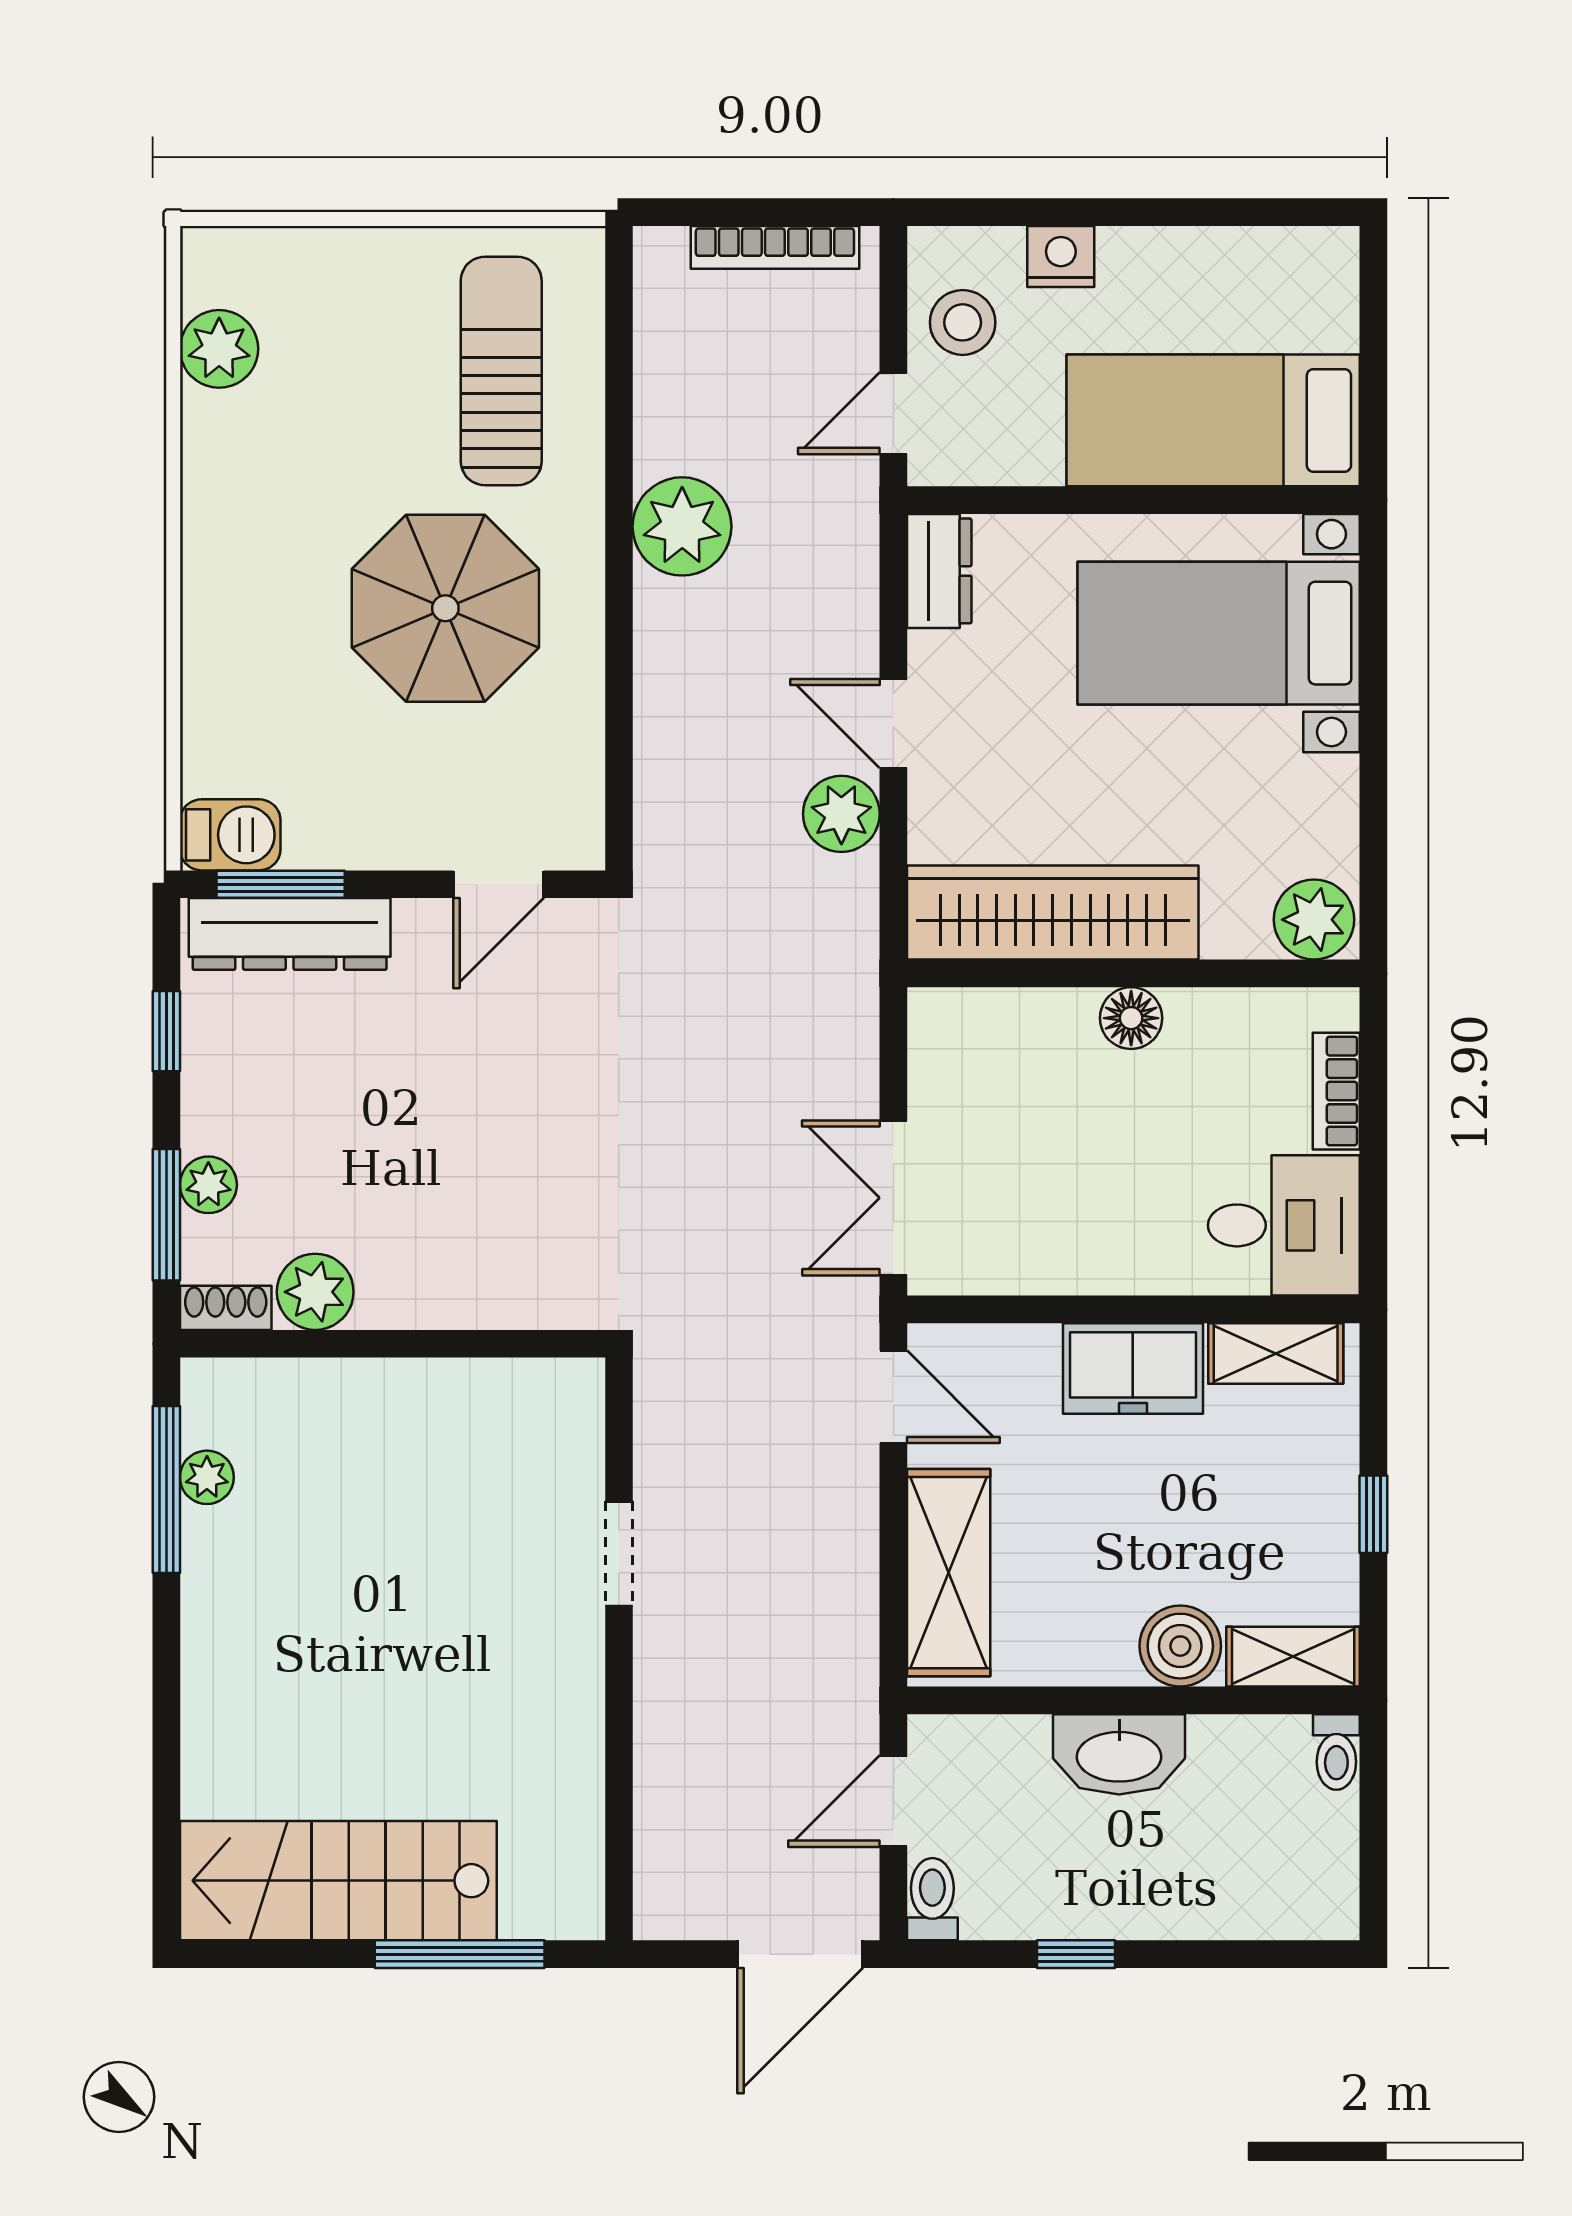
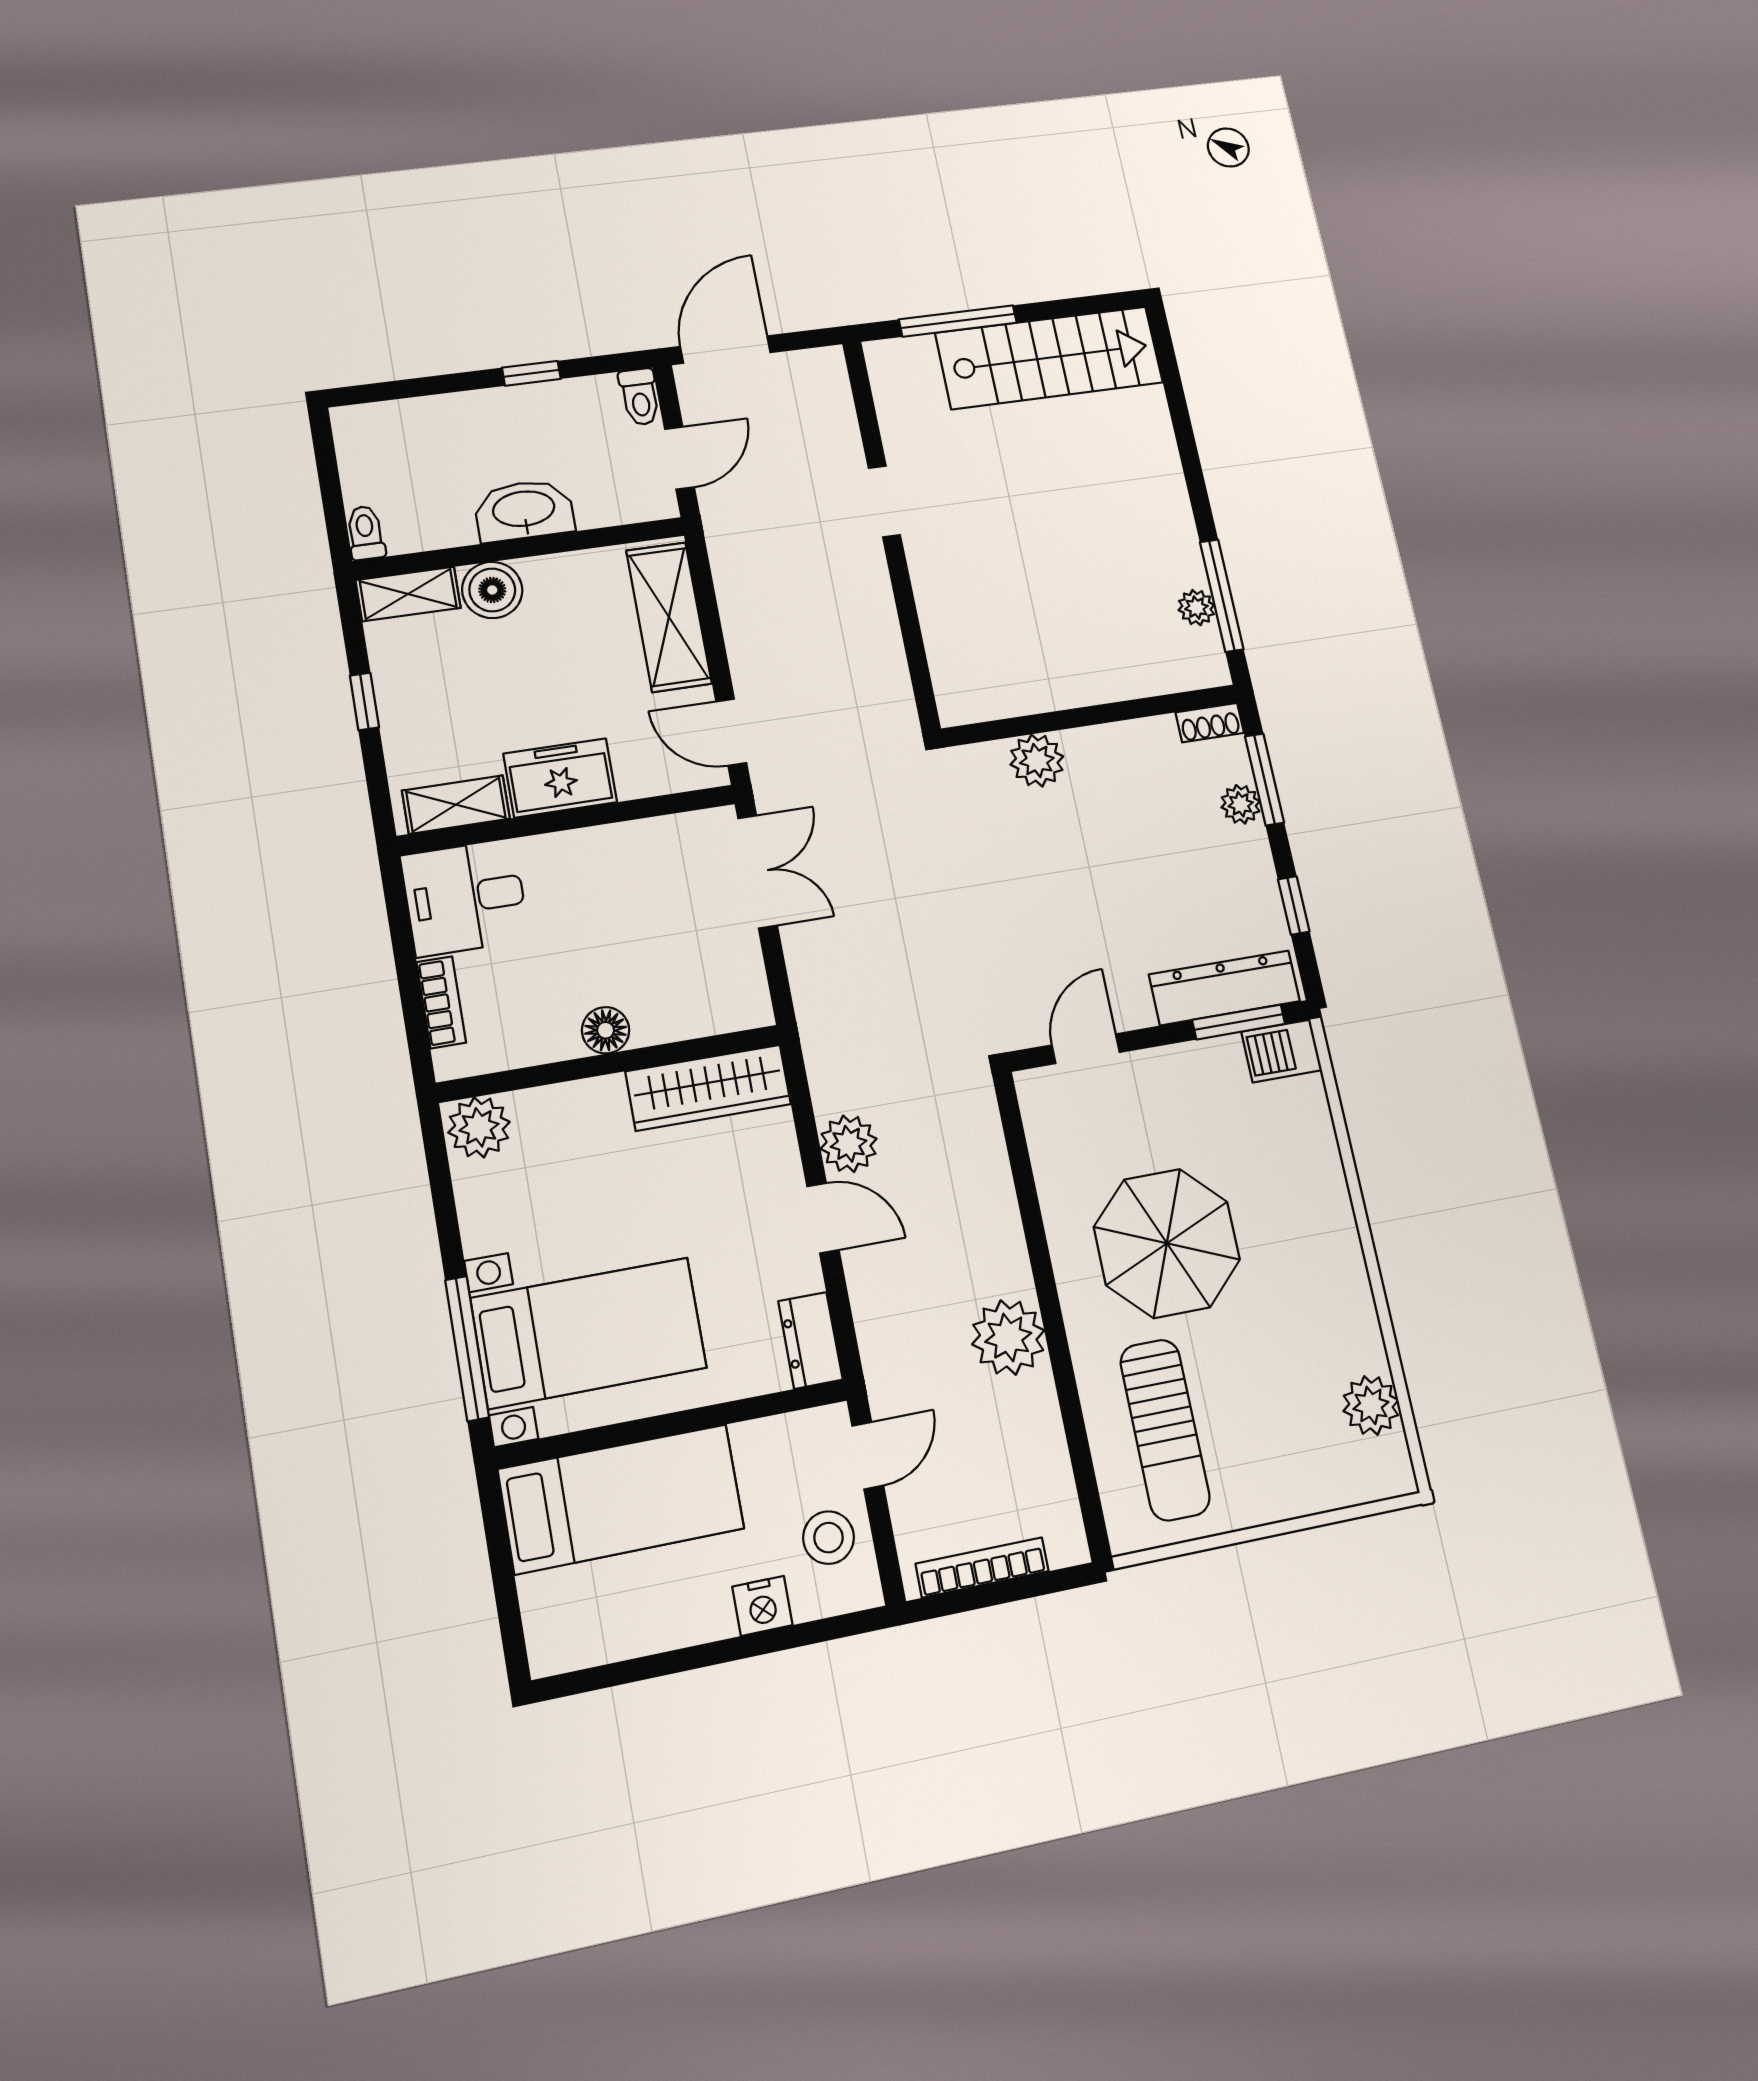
window: (1373, 642) -> (467, 1348), added
wardrobe: (1053, 912) -> (708, 1088), width x0.71, depth x0.85
plant: (315, 1292) -> (1037, 760), moved
doorway: (619, 1554) -> (884, 501), moved

